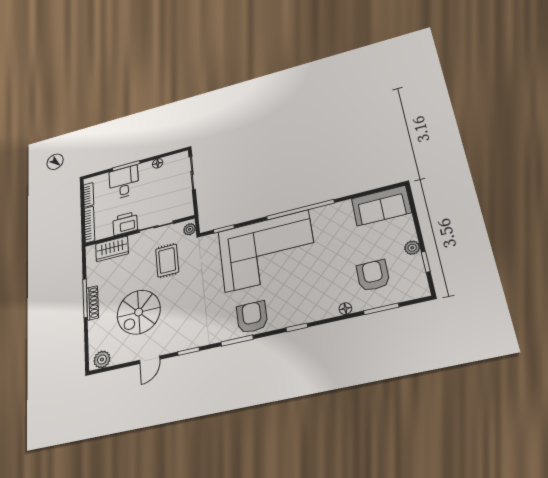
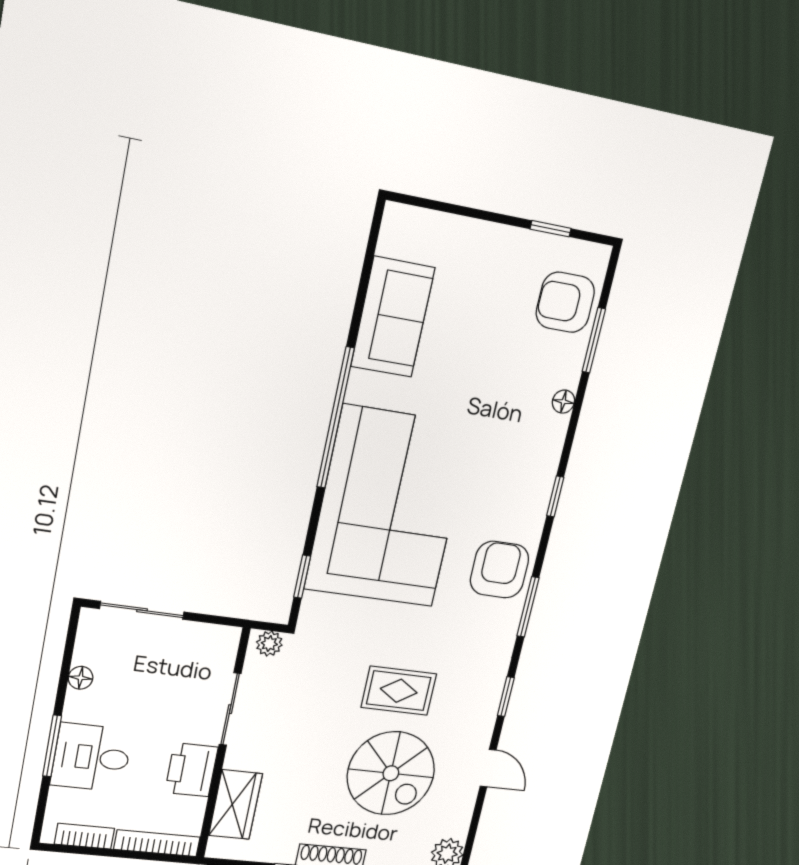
sofa: (381, 206) -> (393, 317), moved
plant: (412, 248) -> (513, 241), removed
rug: (167, 261) -> (399, 691), moved
armchair: (373, 276) -> (565, 302), moved
armchair: (252, 317) -> (500, 570), turned 90

